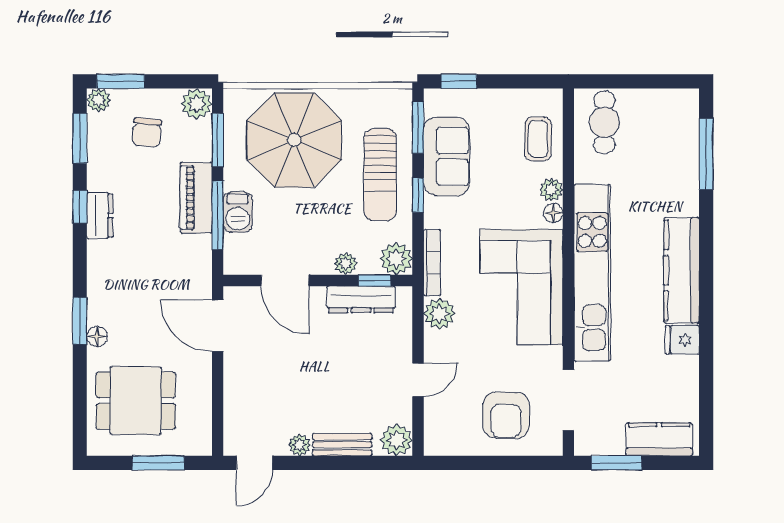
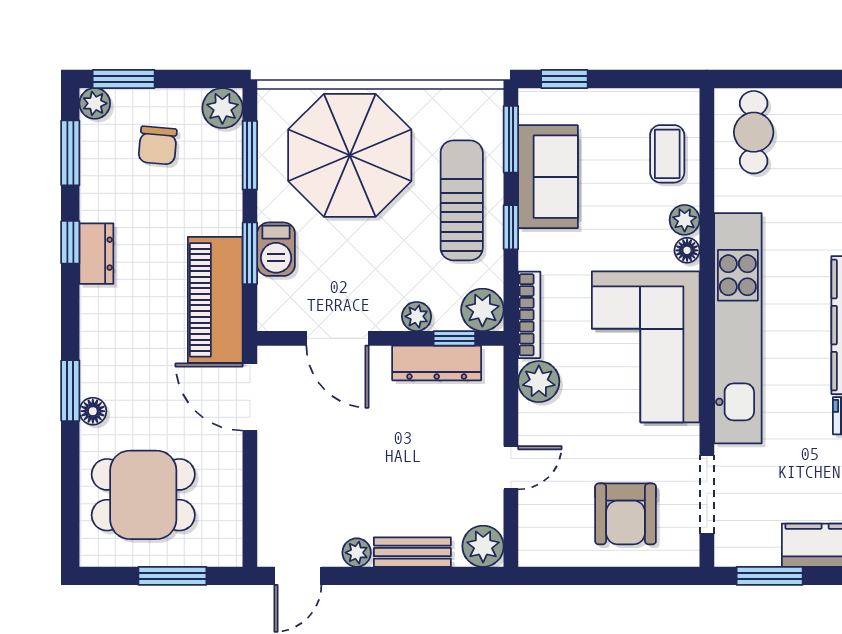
sun lounger: (380, 175) -> (462, 200), turned 180
piano: (196, 198) -> (215, 300), moved, width x1.37, depth x1.33
window: (218, 215) -> (250, 253), width x0.69

